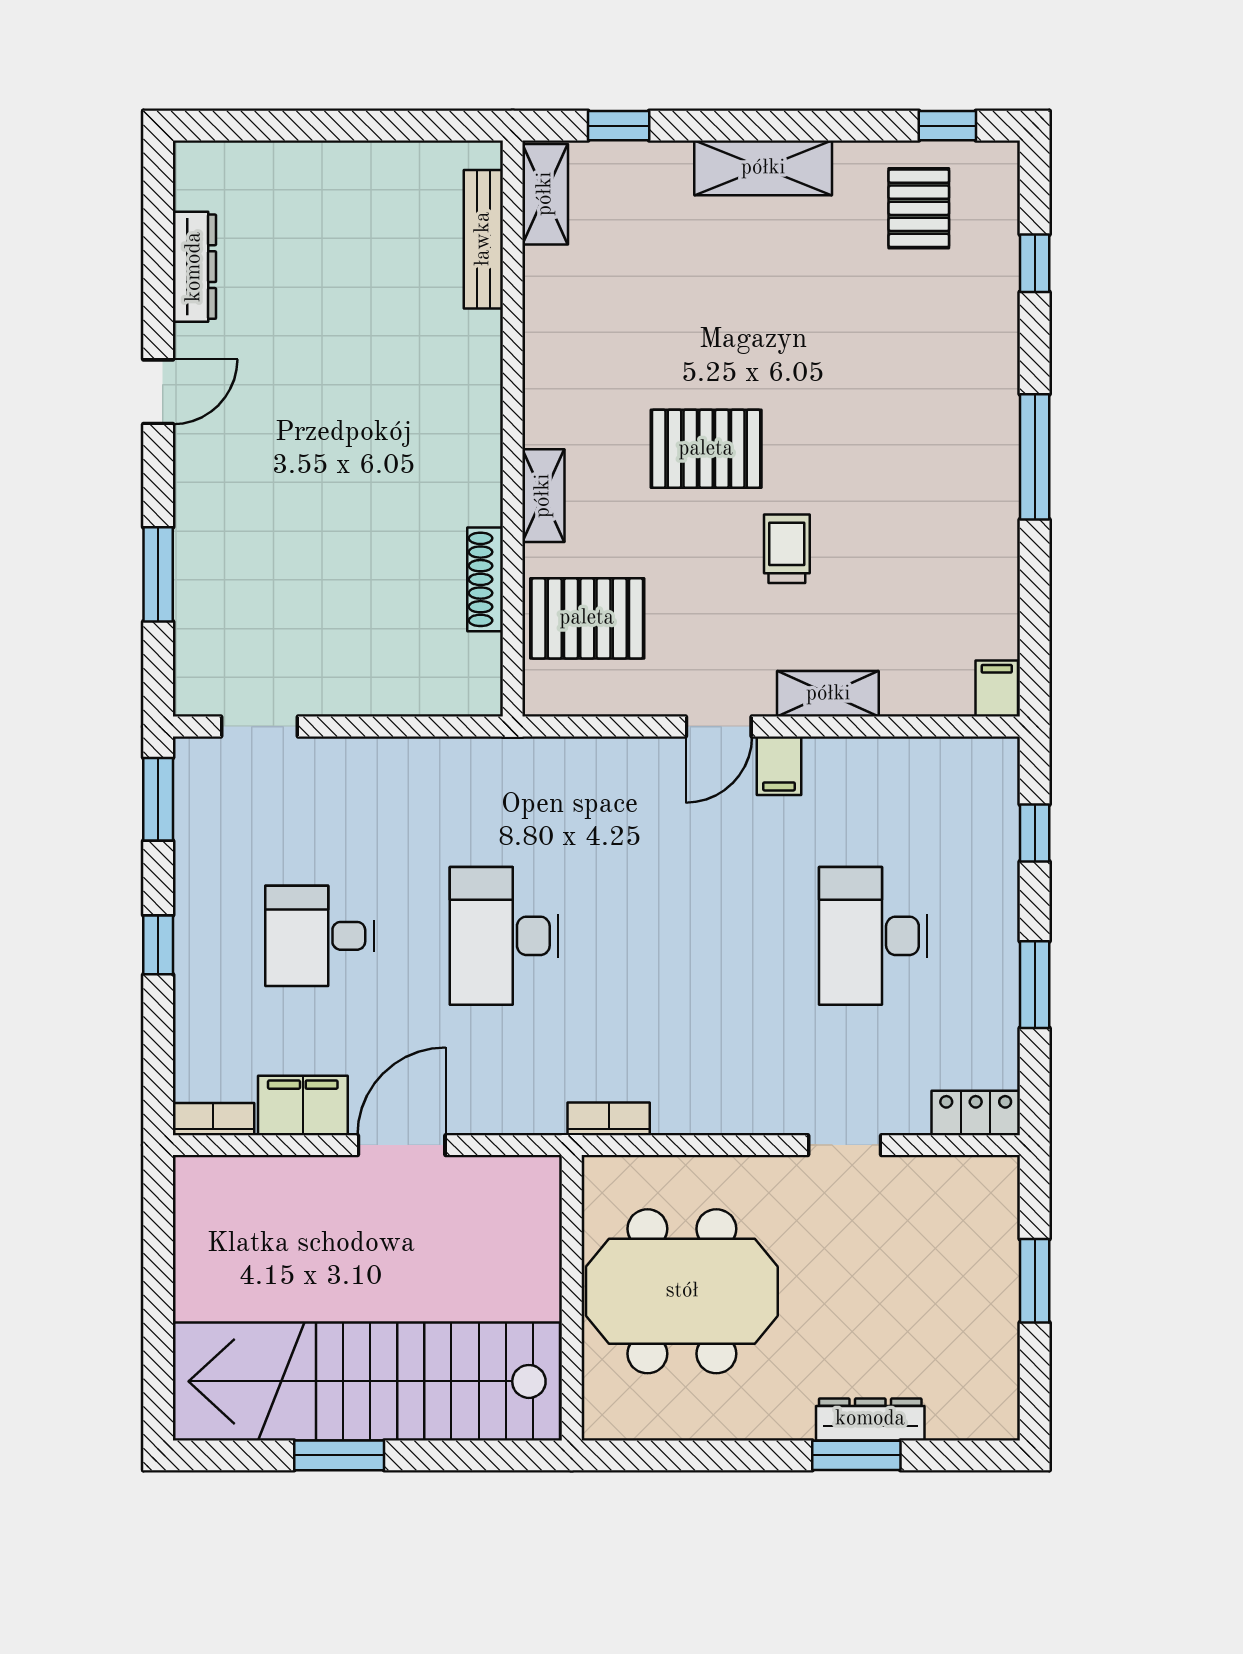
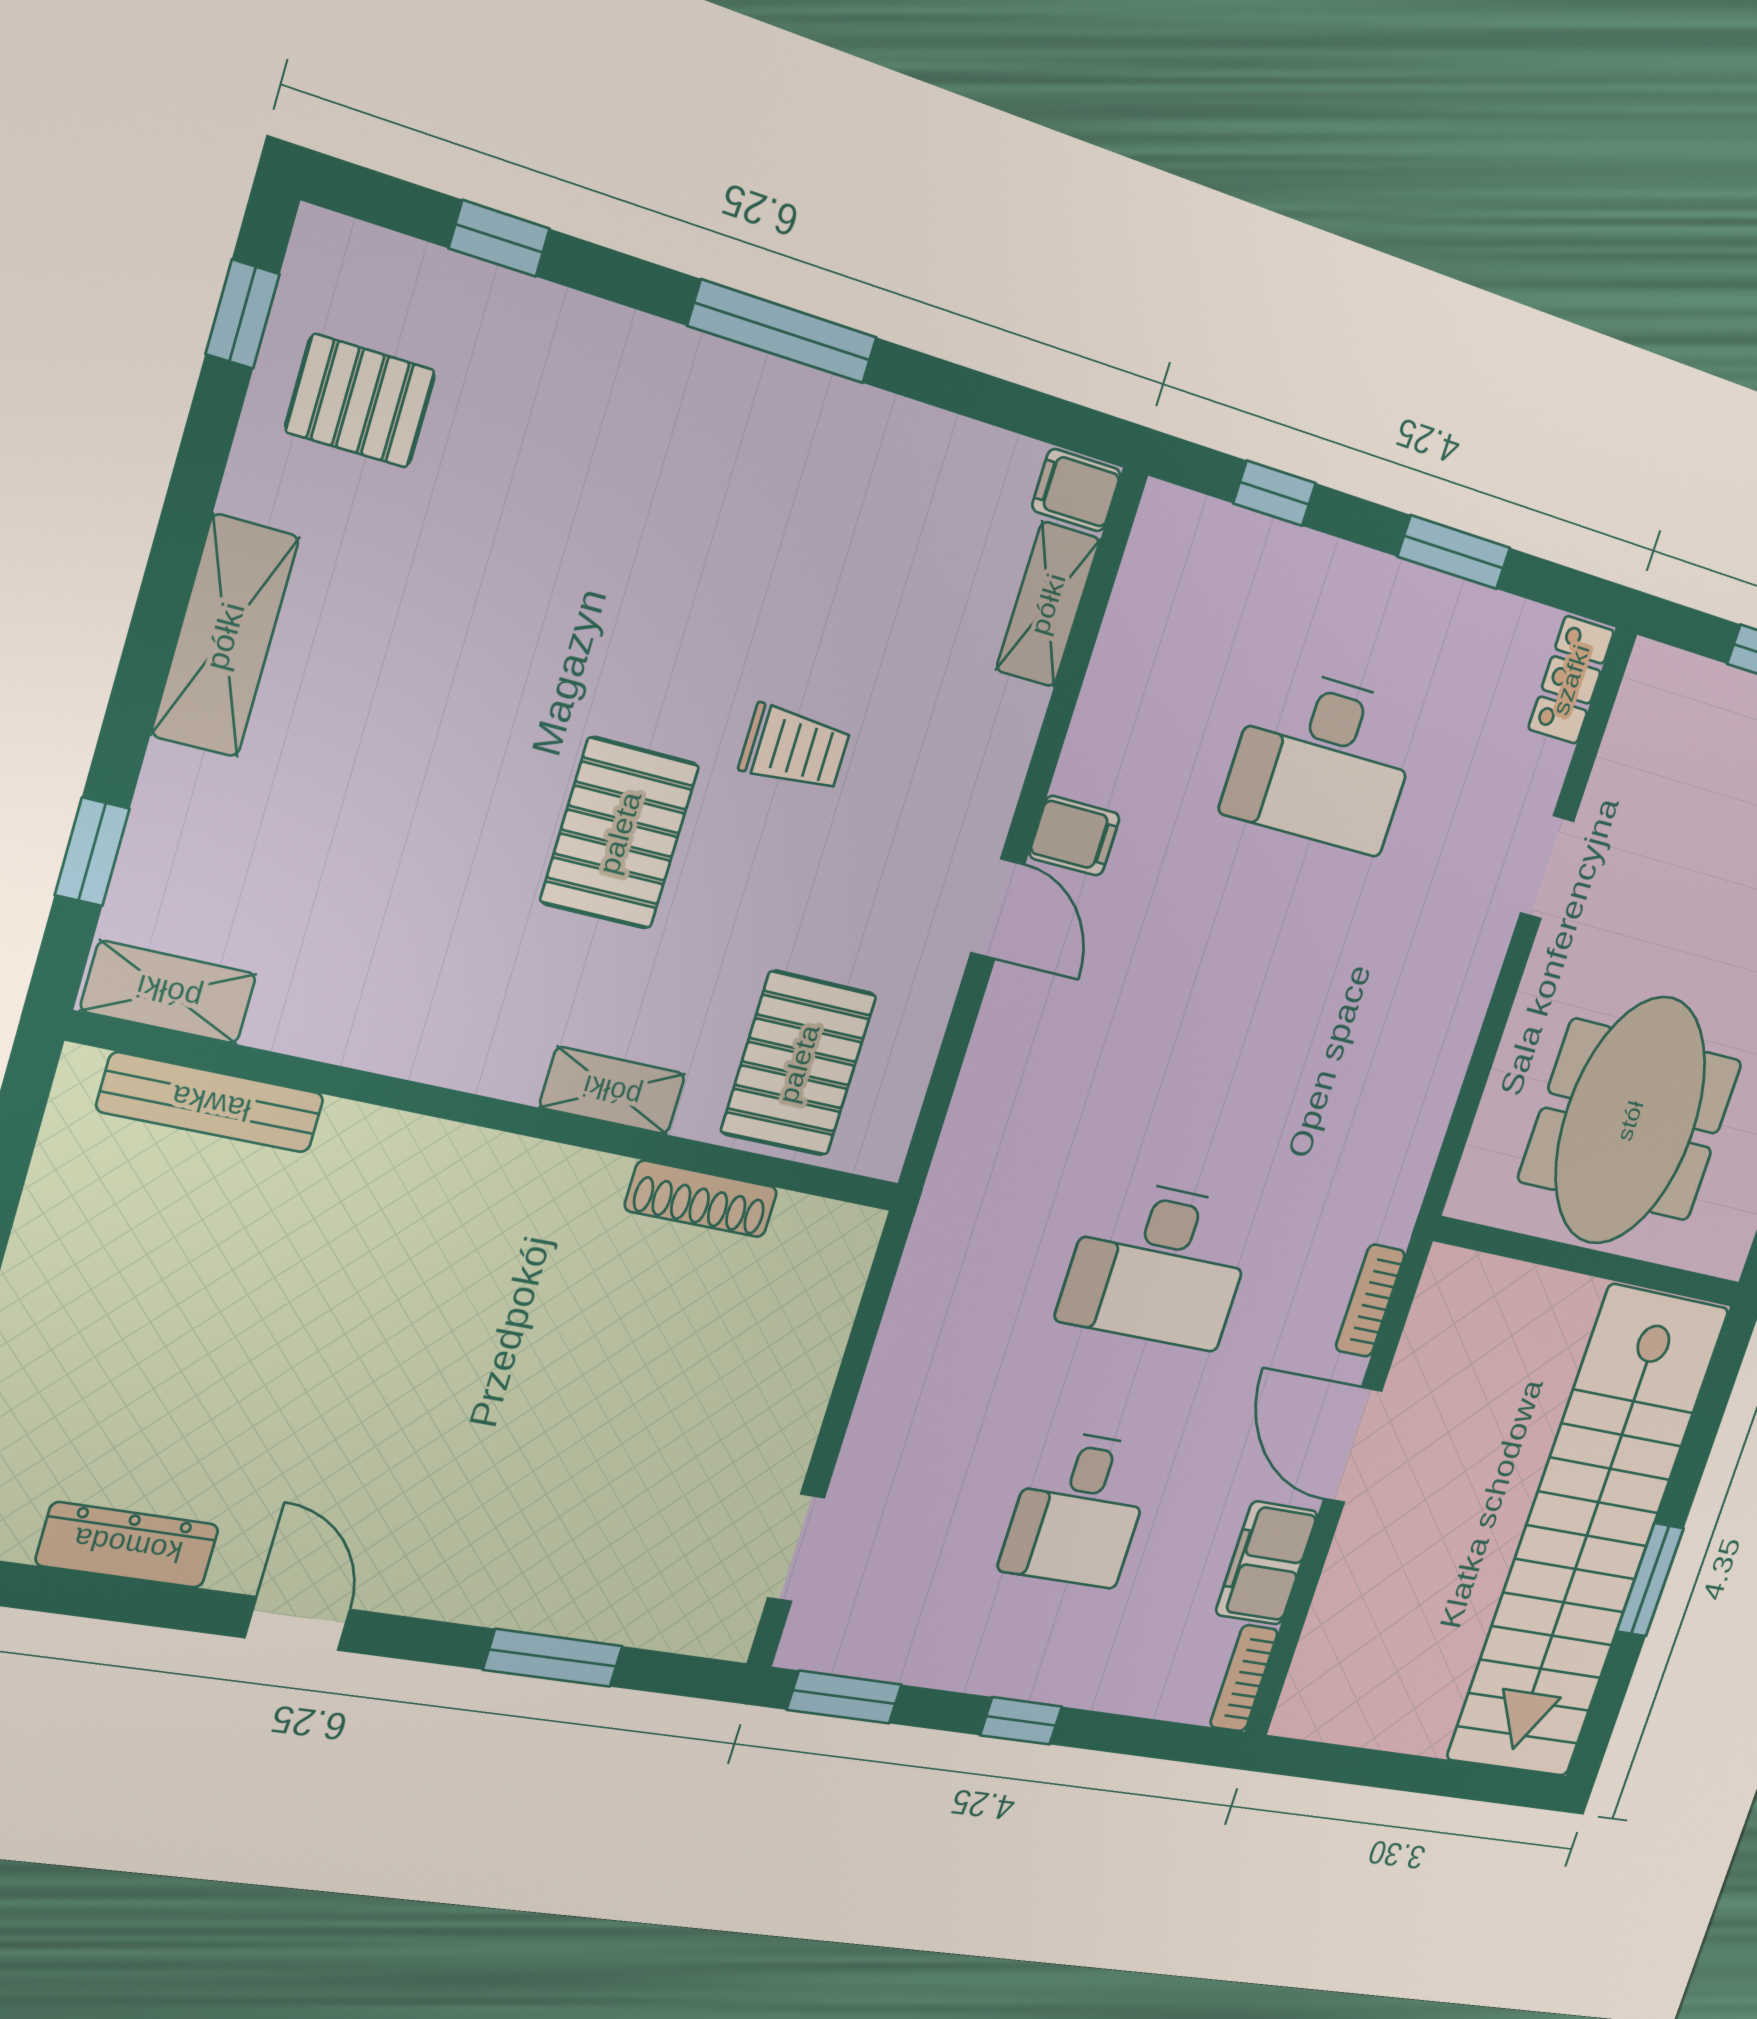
trolley: (787, 549) -> (795, 748), turned 180
shelving: (828, 694) -> (1048, 604), moved
bookcase: (609, 1119) -> (1370, 1301), moved

